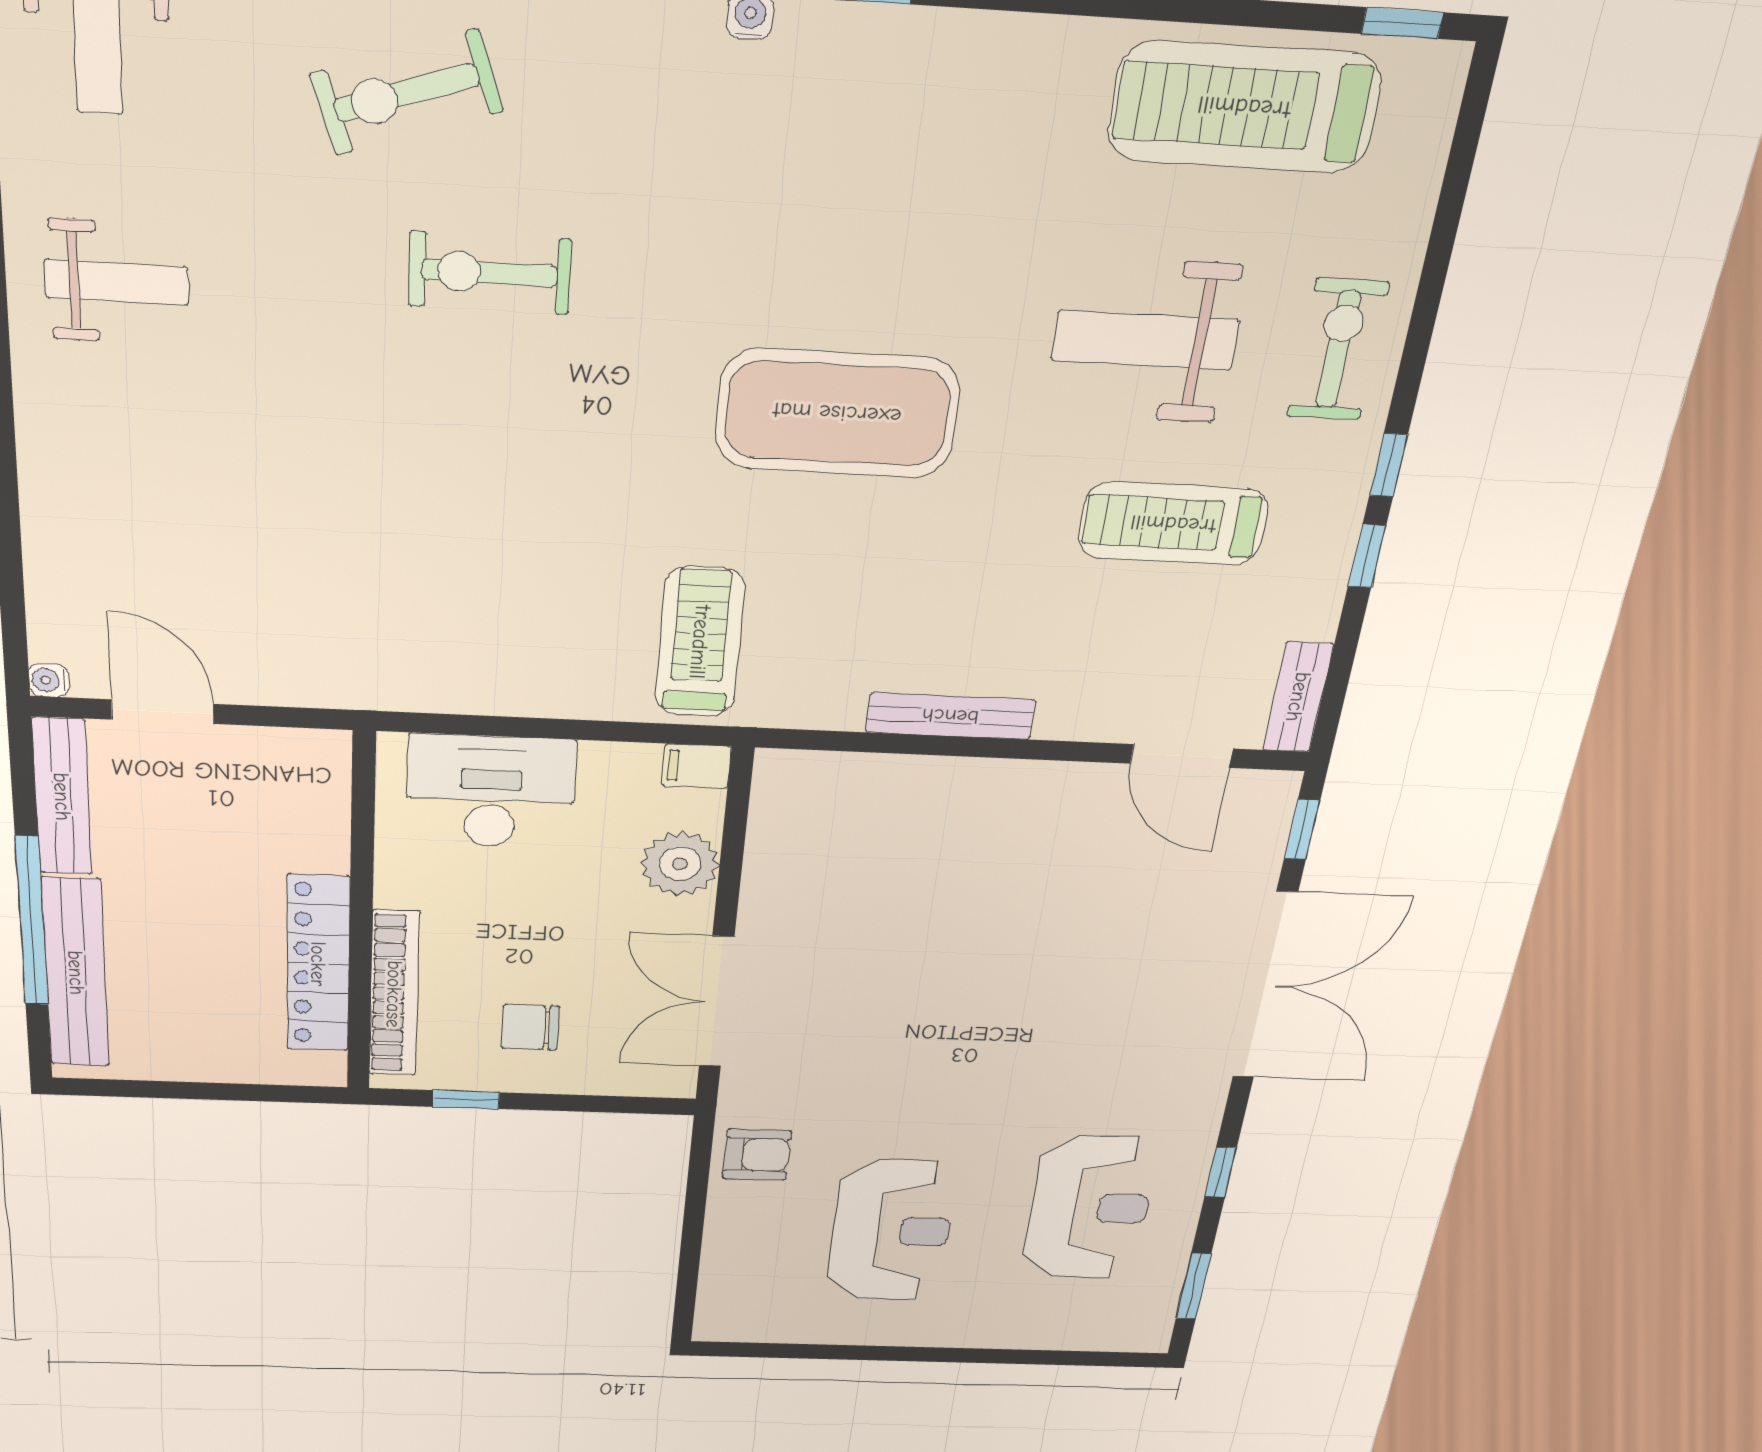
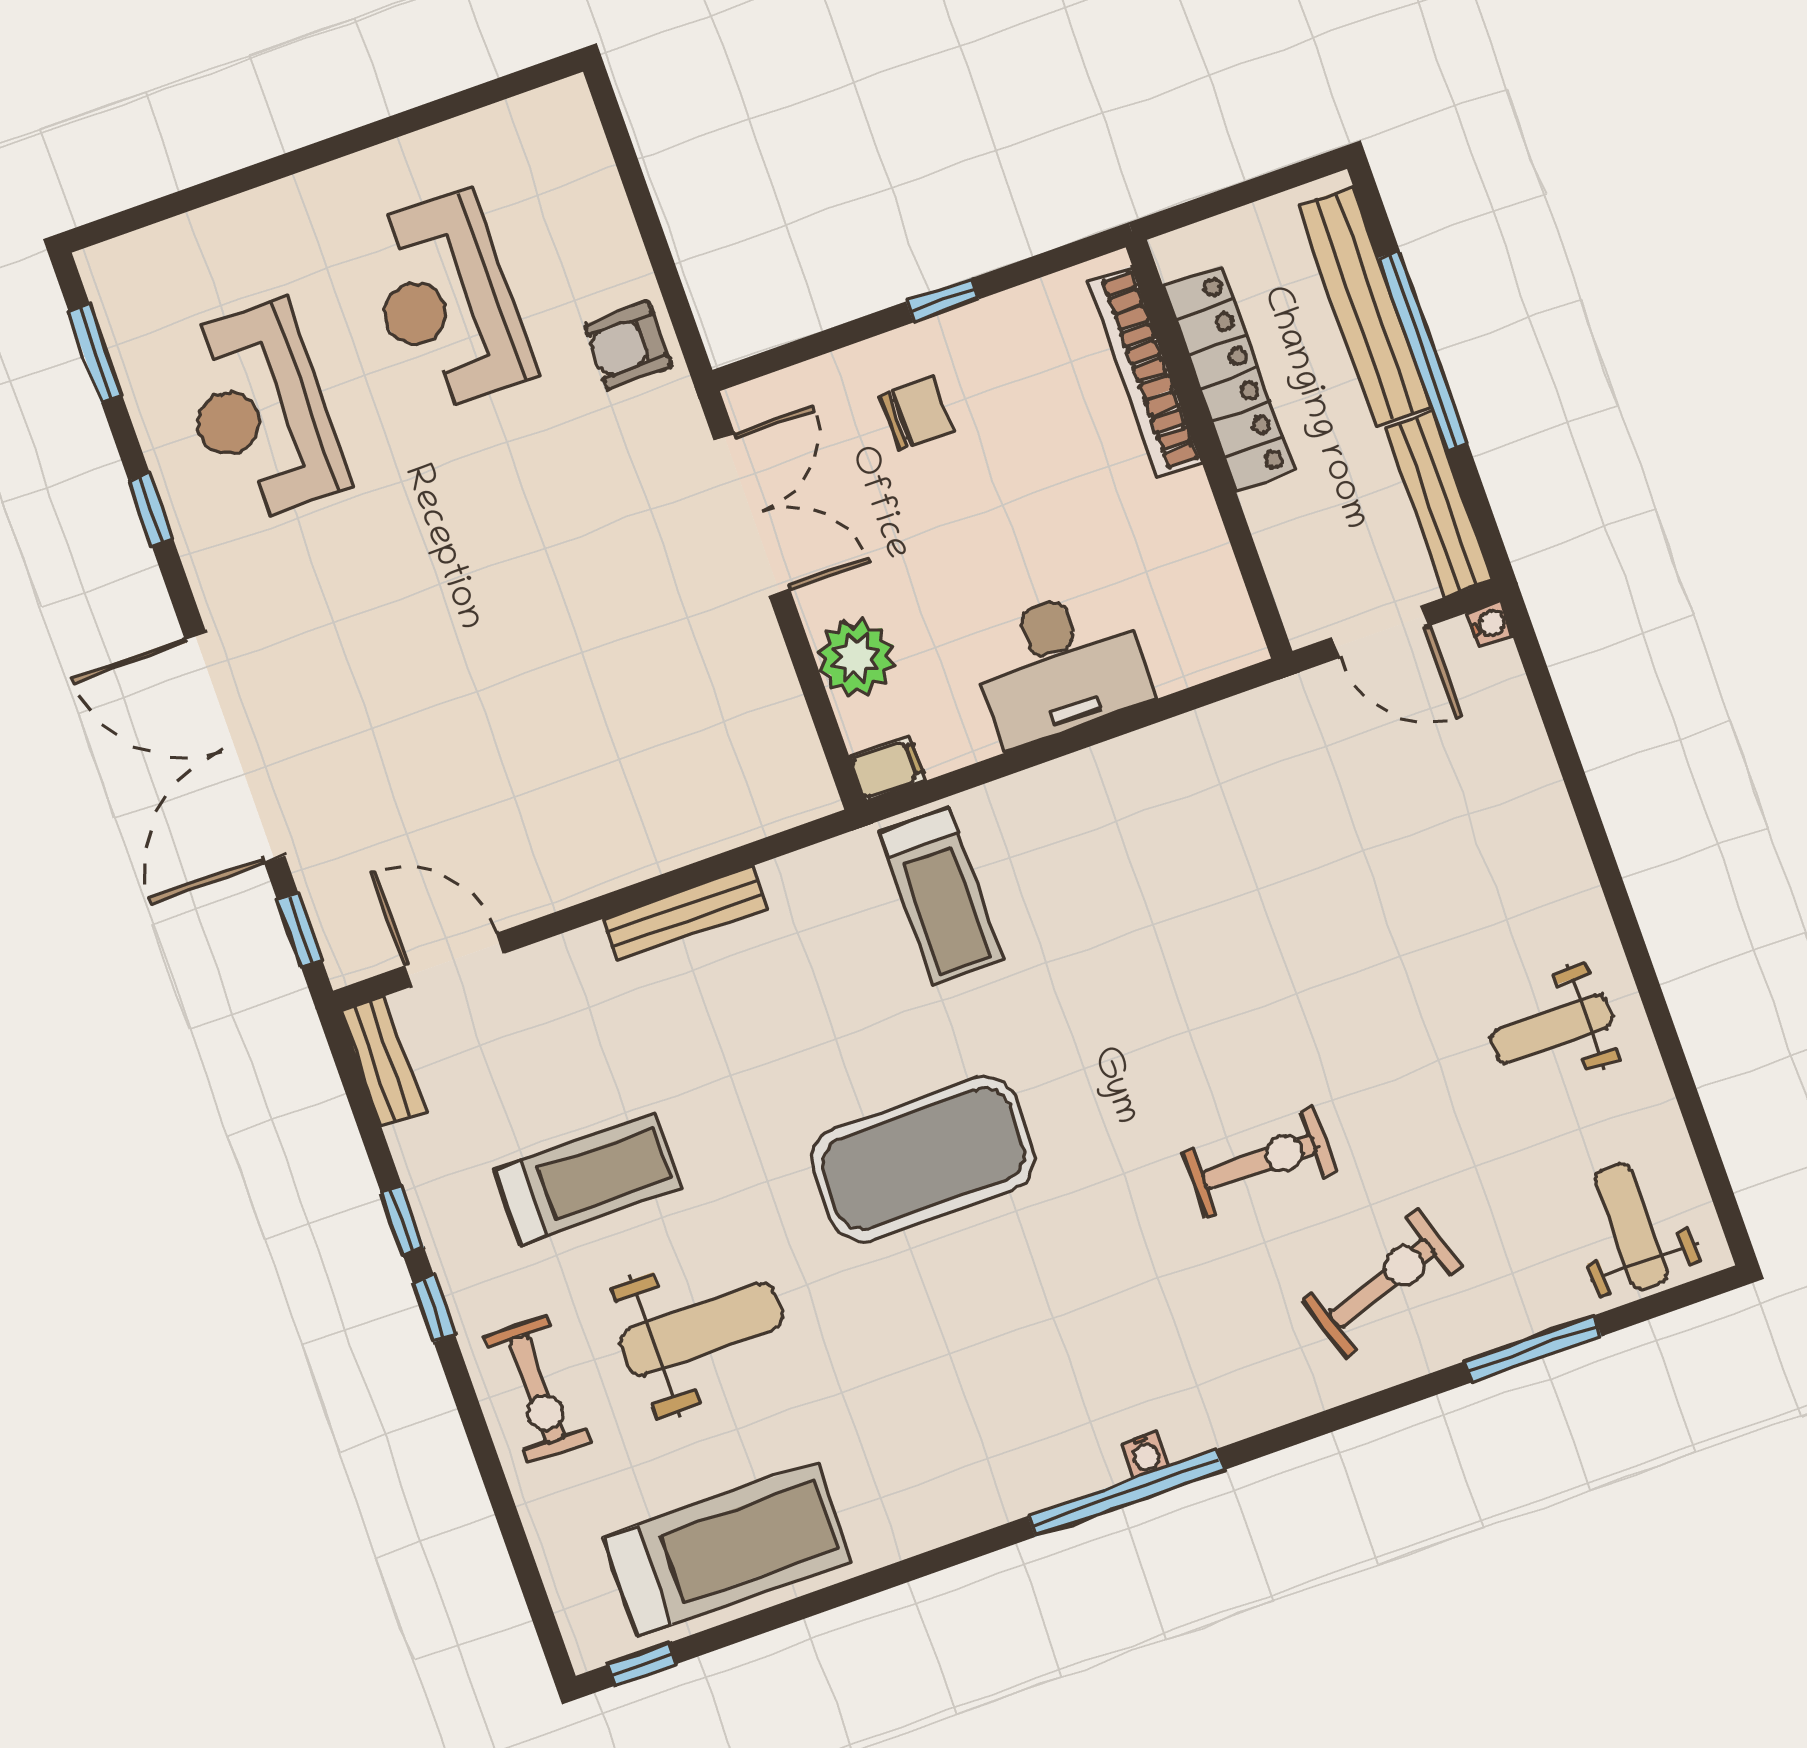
wall: (361, 917) -> (1209, 449), moved
locker: (318, 964) -> (1229, 378), moved
bookcase: (394, 994) -> (1145, 372), moved

